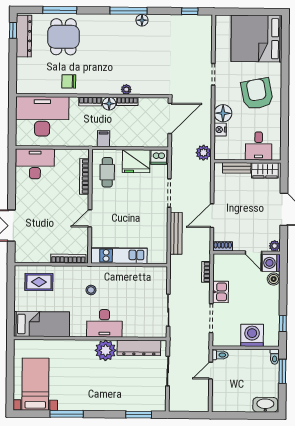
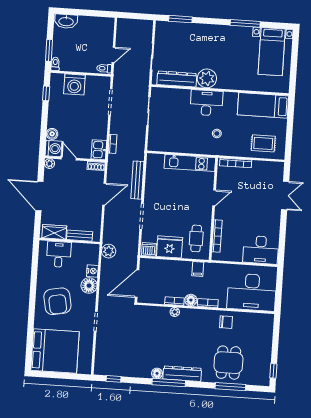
dresser: (24, 36) -> (182, 374), moved, turned 90
kitchen sink: (220, 292) -> (99, 150), moved

